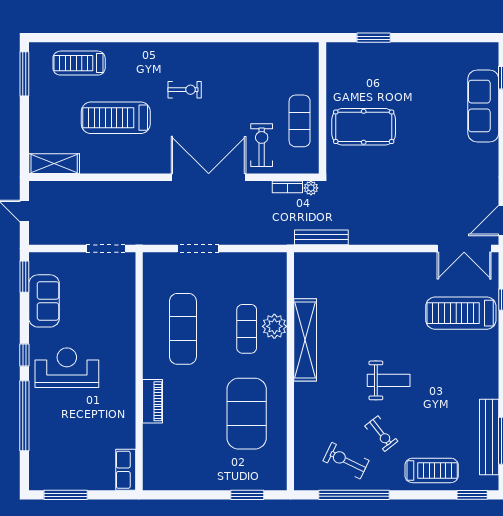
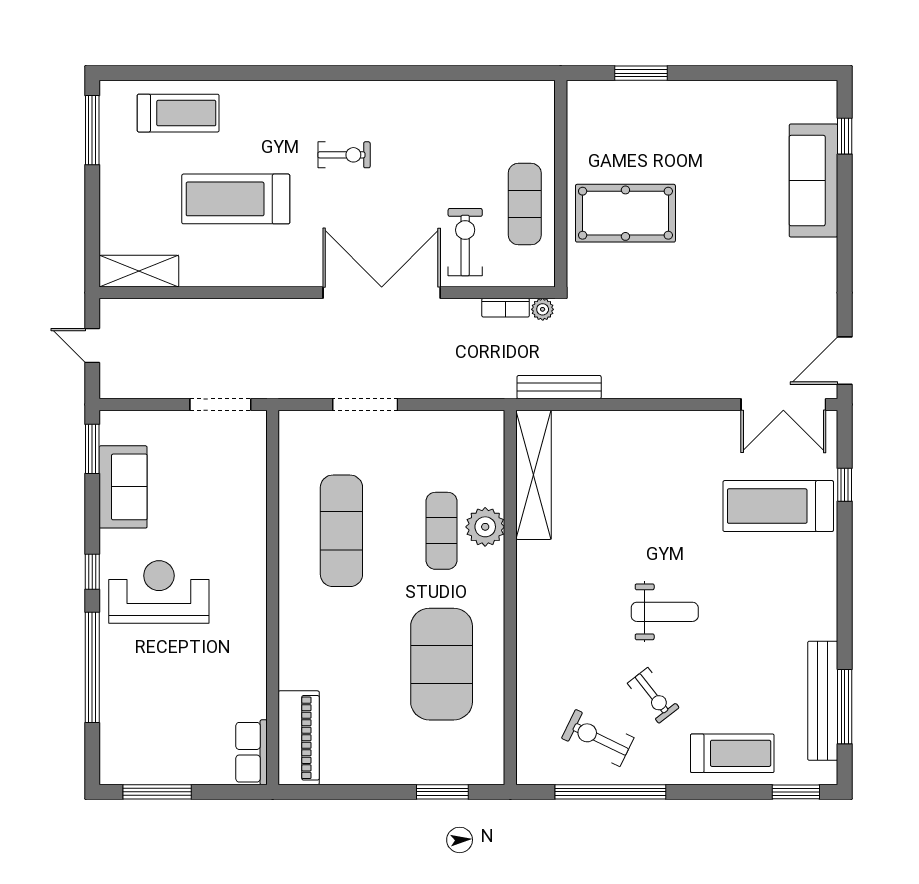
treadmill: (79, 63) -> (178, 113), turned 180
shelving: (305, 340) -> (534, 475), moved
piano: (153, 401) -> (299, 738), moved, width x1.37, depth x1.33

